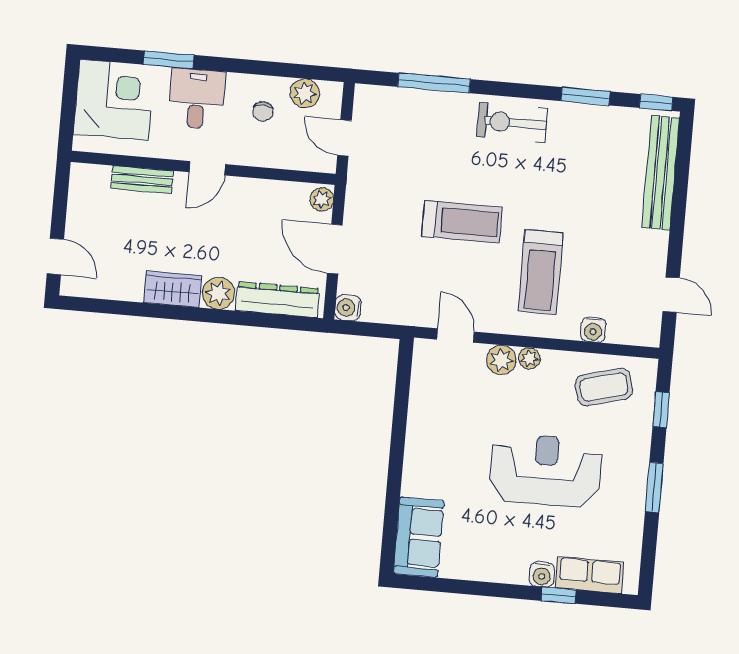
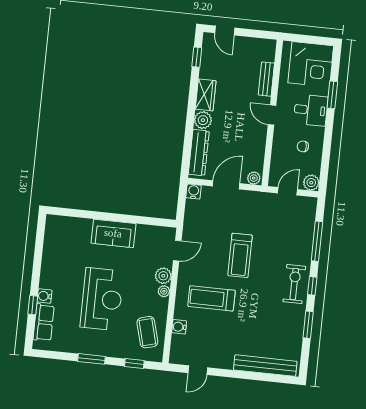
plant: (305, 93) -> (311, 183), moved
window: (656, 102) -> (312, 286), moved
door: (55, 257) -> (225, 30), hinge flipped
window: (105, 306) -> (197, 57), added
sofa: (419, 537) -> (113, 233), moved

